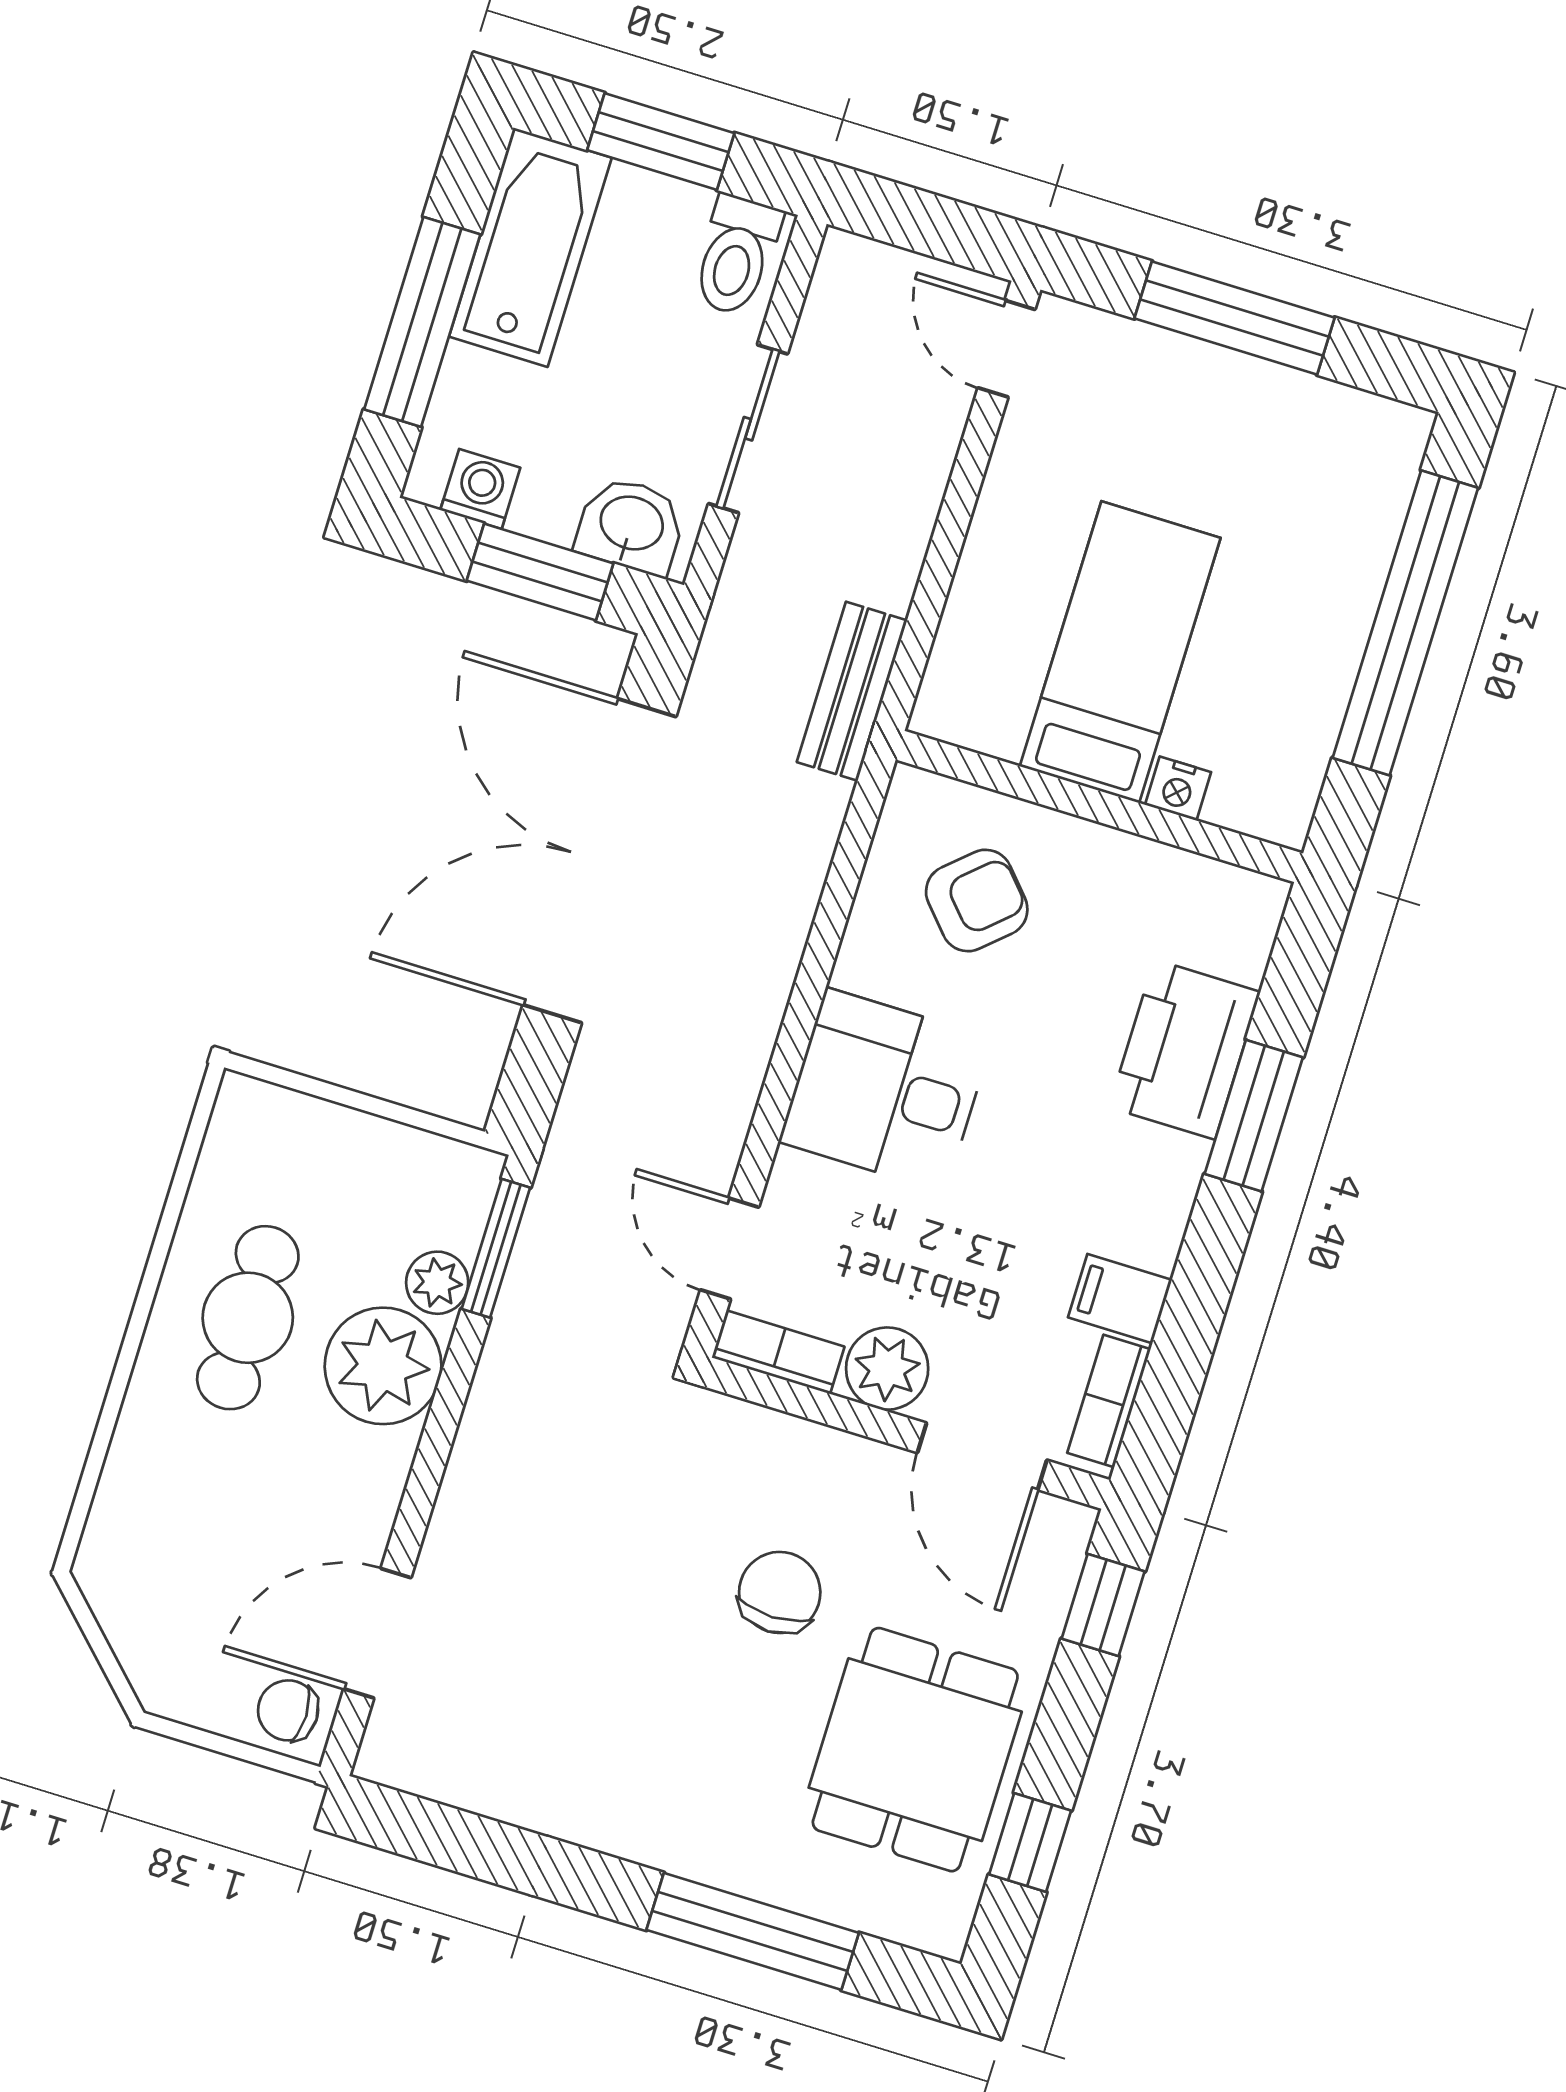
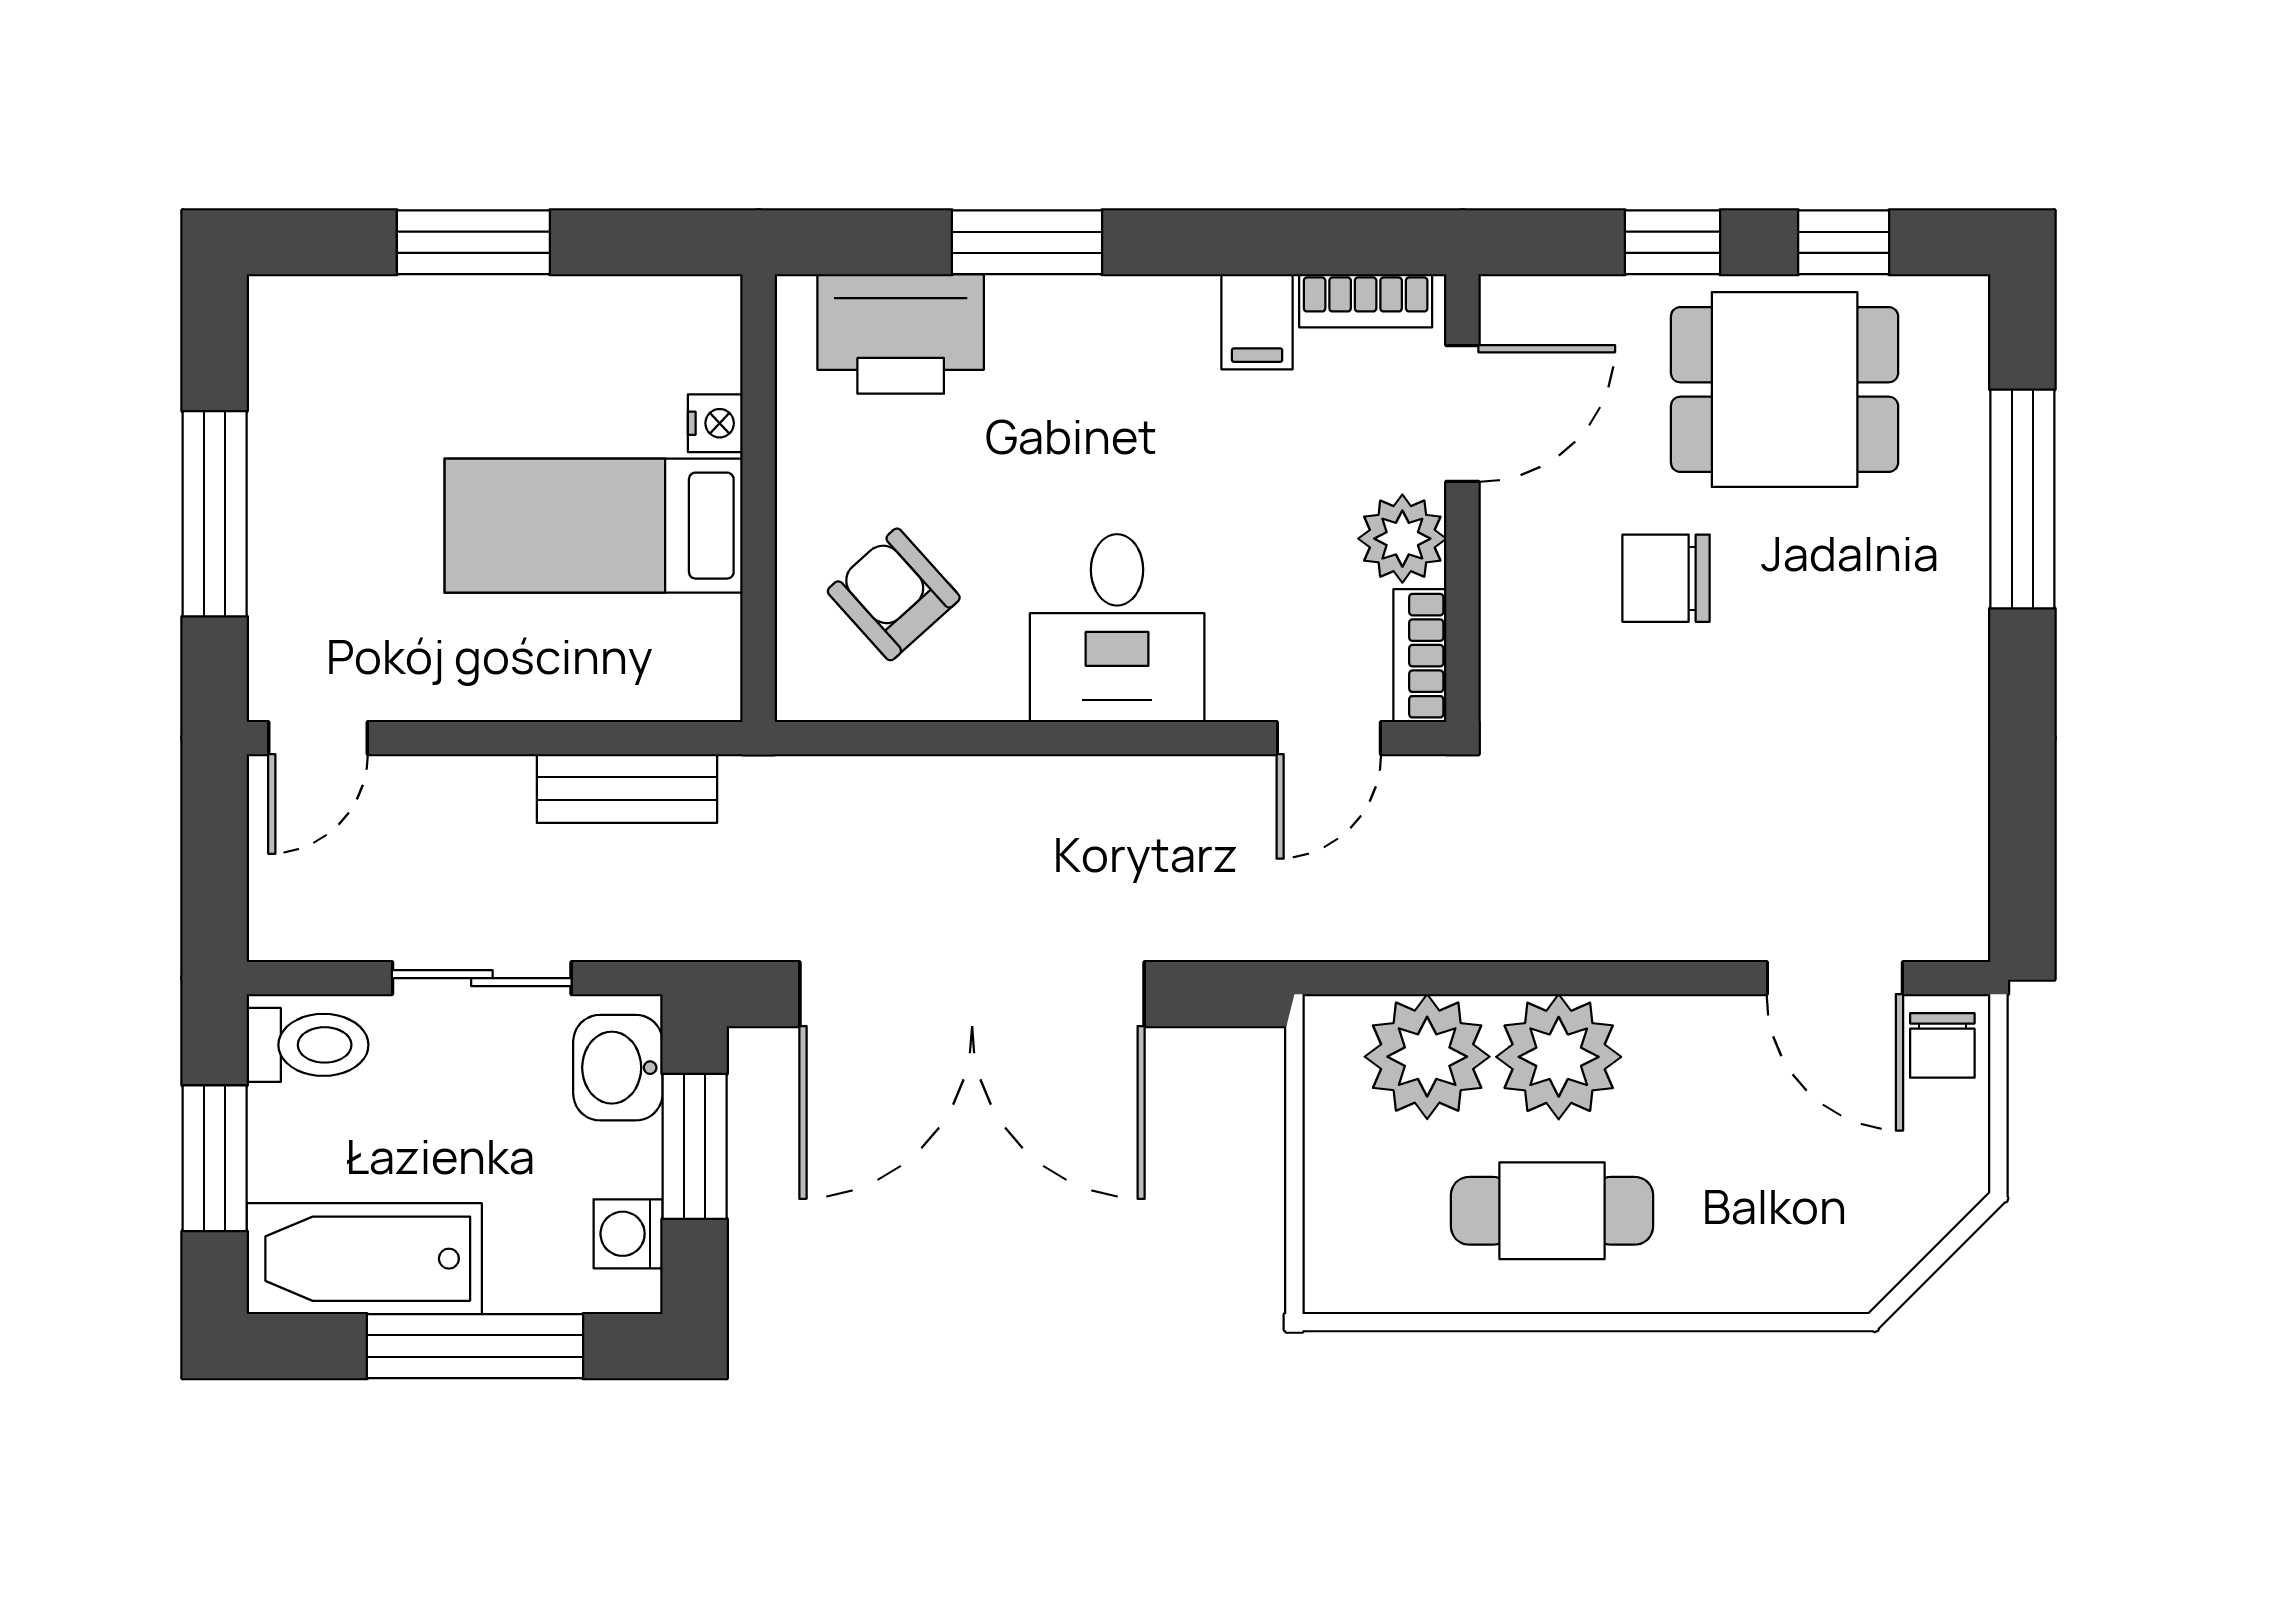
window: (1405, 623) -> (473, 242), width x0.47
bench: (852, 691) -> (627, 789), moved
printer: (1185, 1050) -> (901, 334), moved
window: (496, 1248) -> (1402, 978), removed
plant: (437, 1283) -> (1427, 1057), width x1.87, depth x1.87
window: (1103, 1605) -> (1673, 242), moved

